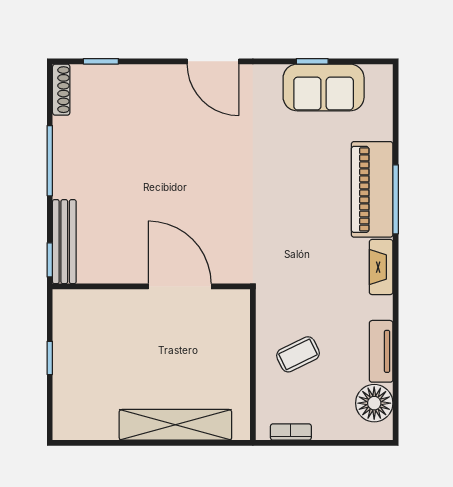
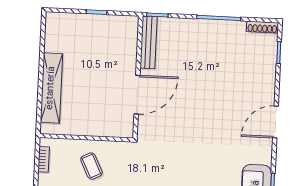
bench: (64, 242) -> (148, 42), moved, turned 90

